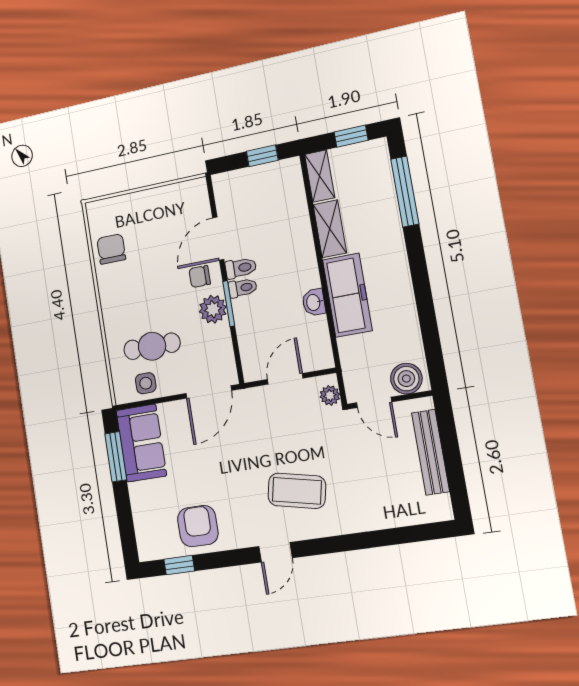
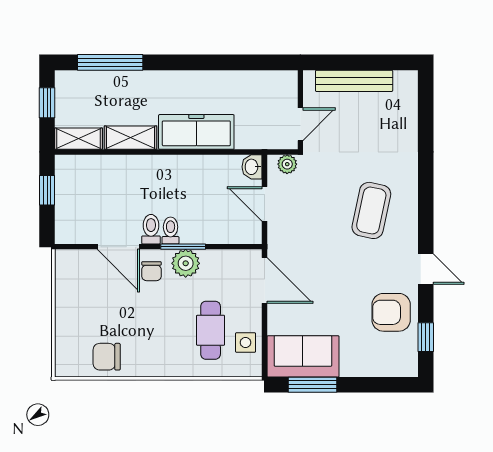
washbasin: (314, 302) -> (252, 167), moved, turned 90
boiler: (406, 379) -> (283, 91), removed
door: (276, 552) -> (426, 269), moved

